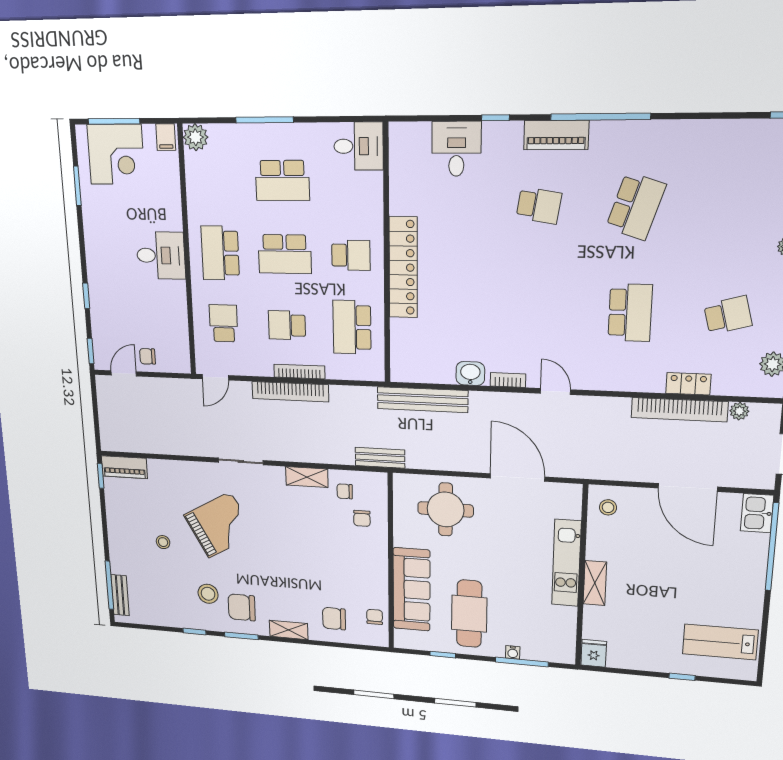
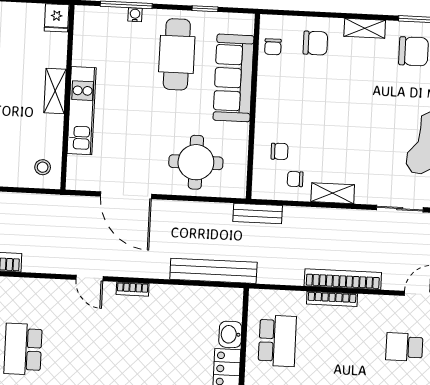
school desk: (224, 323) -> (404, 347), turned 90
school desk: (287, 325) -> (341, 344), removed
washbasin: (470, 374) -> (230, 334), moved, turned 90
chair: (345, 491) -> (295, 179), turned 180
chair: (362, 518) -> (280, 151), turned 89

